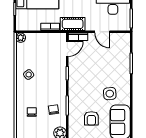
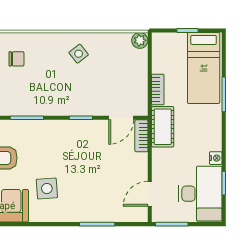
door: (102, 32) -> (150, 194), moved
door: (67, 49) -> (121, 118), hinge flipped
chair: (54, 110) -> (20, 95), removed

